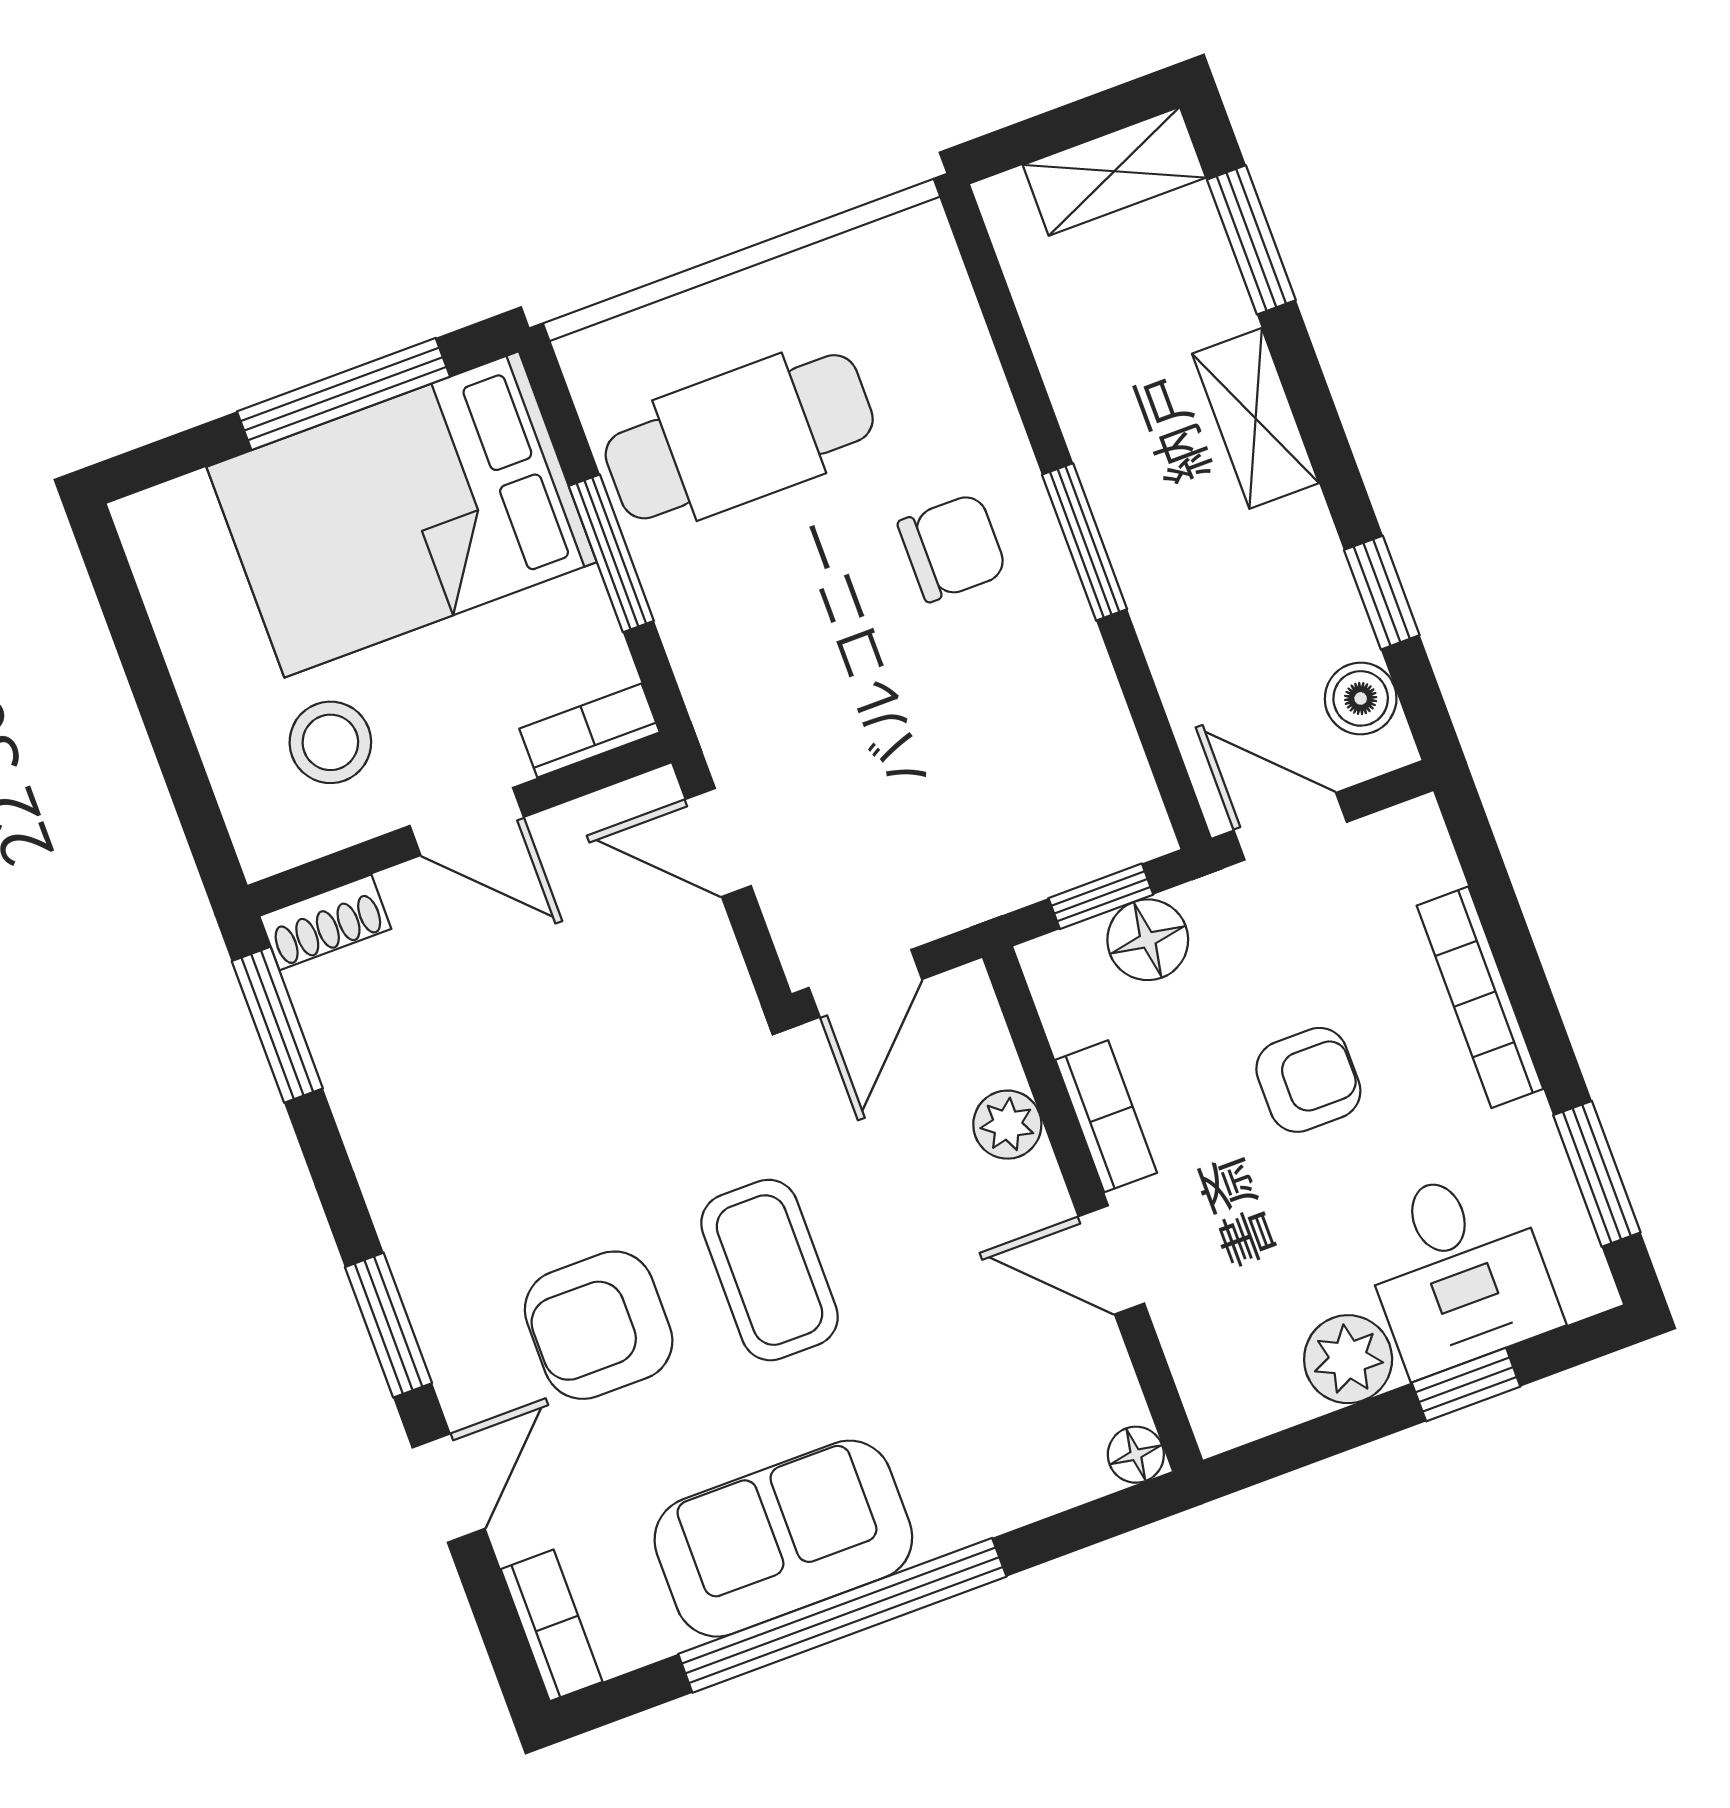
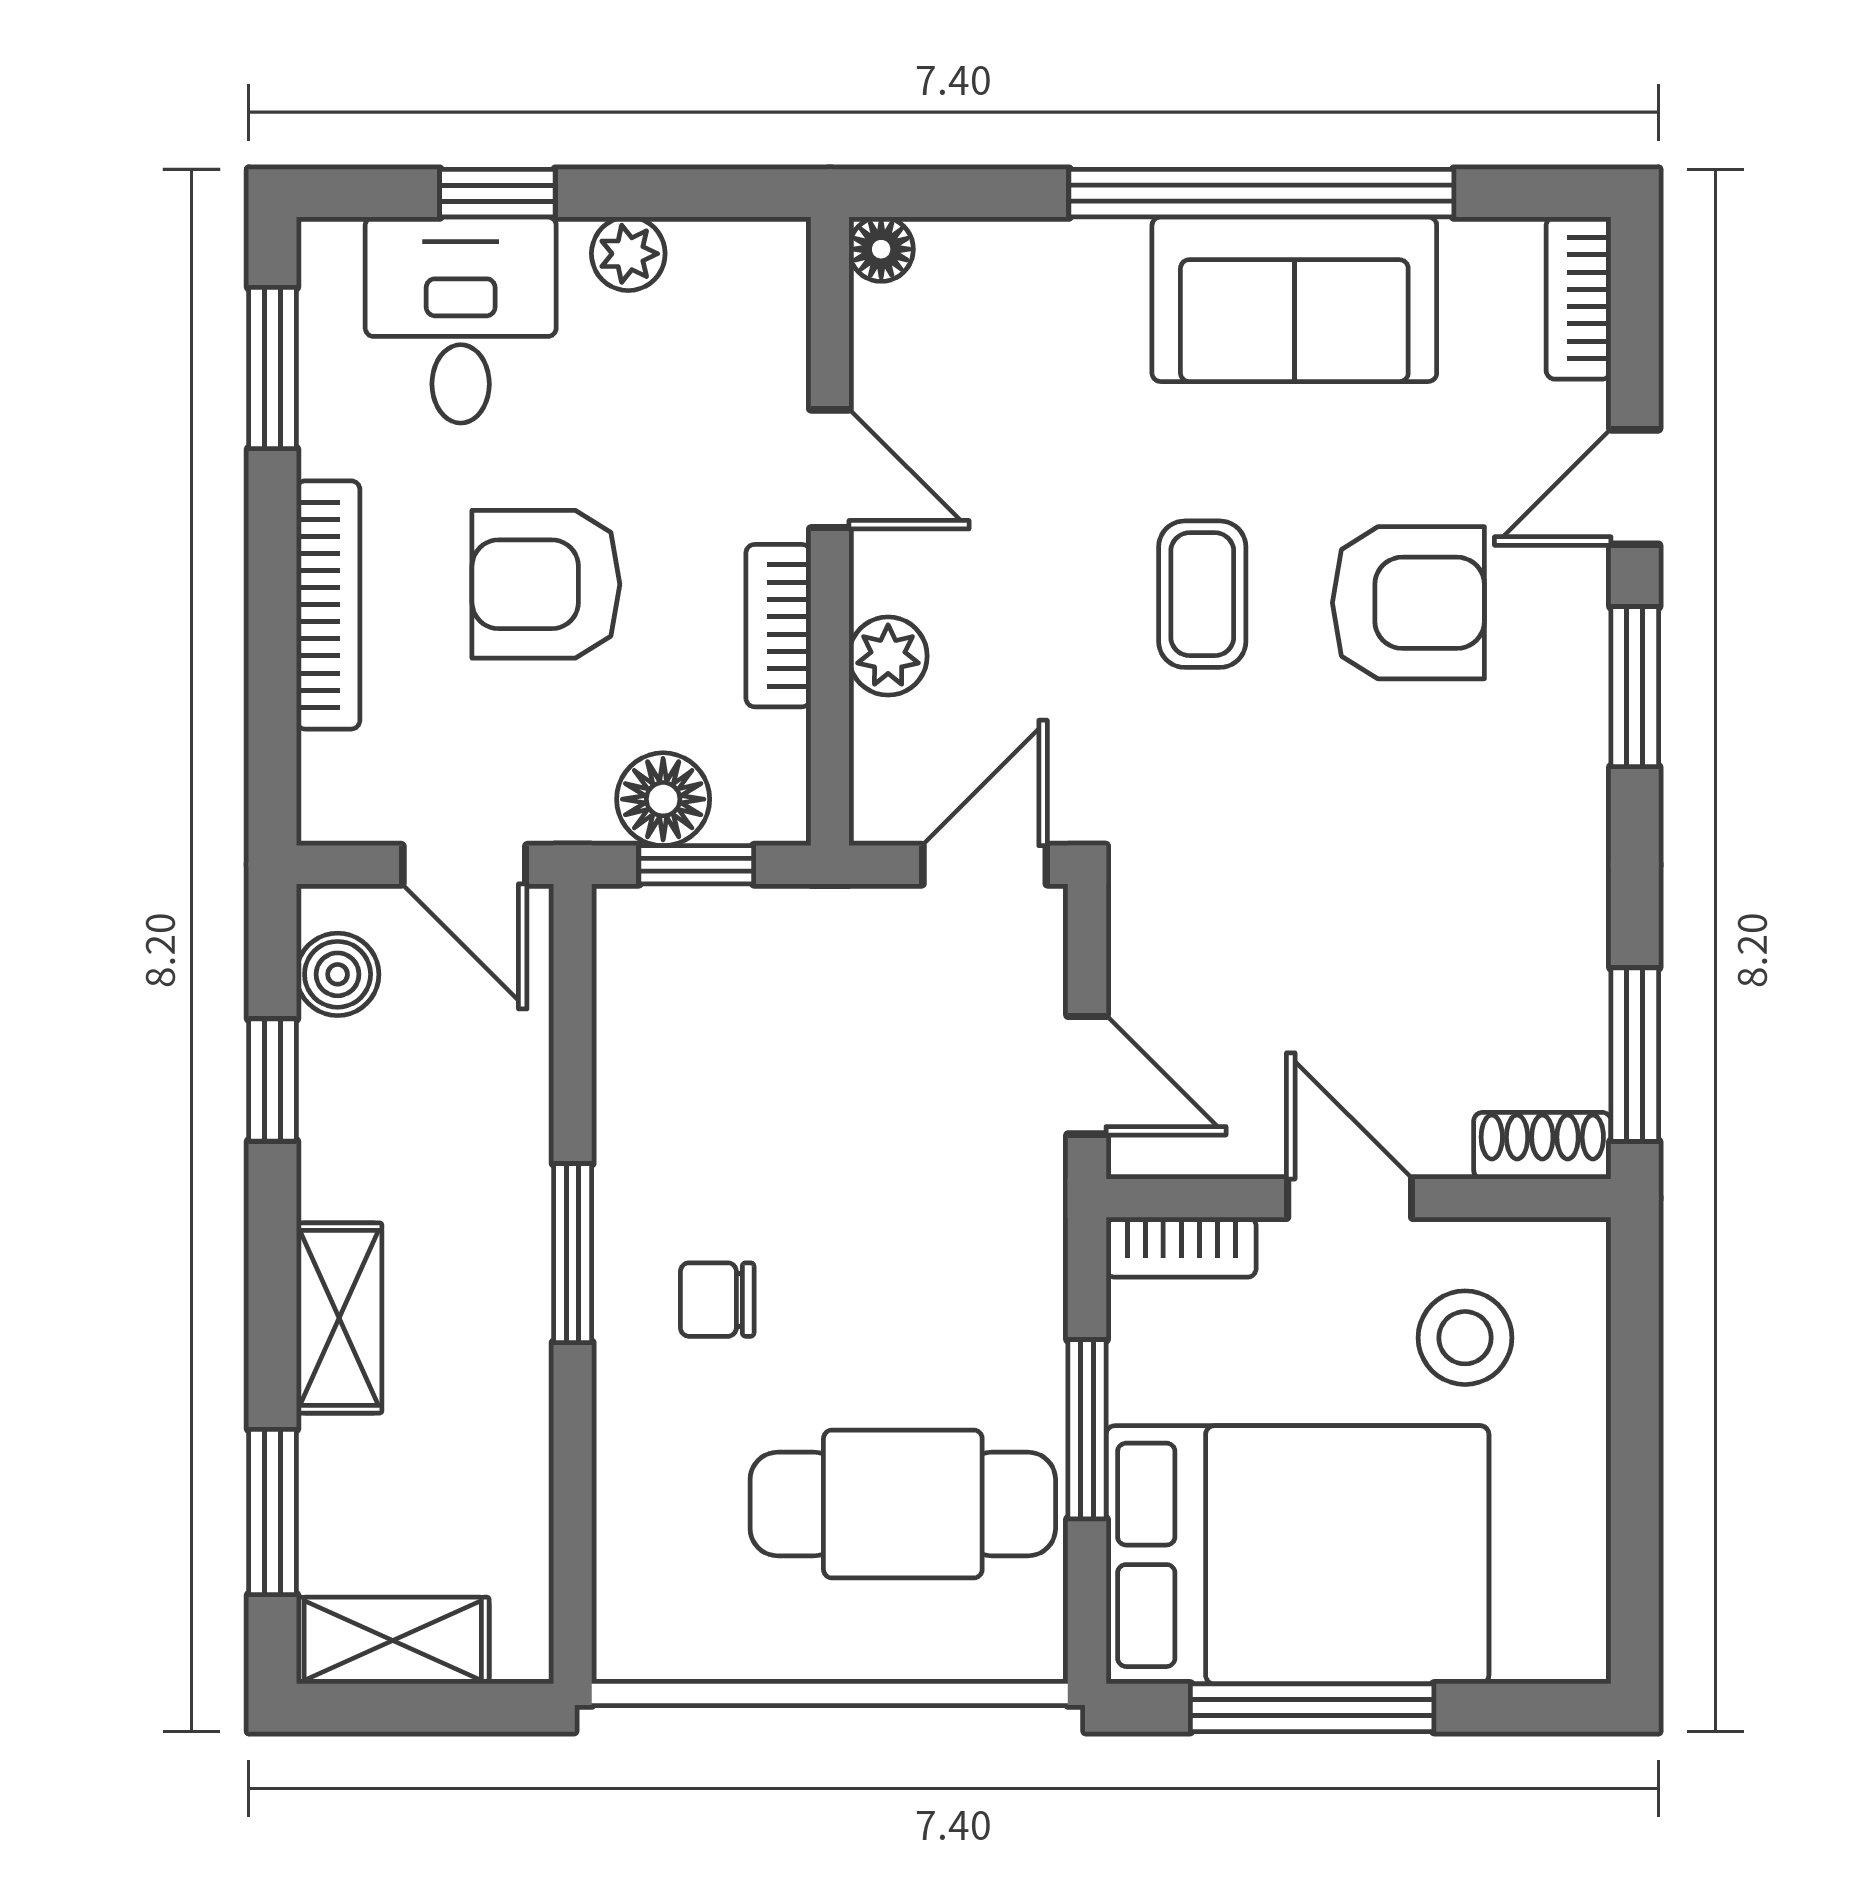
chair: (952, 548) -> (717, 1300), width x0.73, depth x0.73
armchair: (1308, 1080) -> (546, 584), width x1.38, depth x1.38
coffee table: (770, 1270) -> (1202, 594), width x0.73, depth x0.77
plant: (1348, 1359) -> (628, 254), width x0.73, depth x0.73

